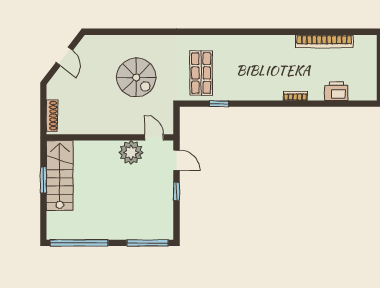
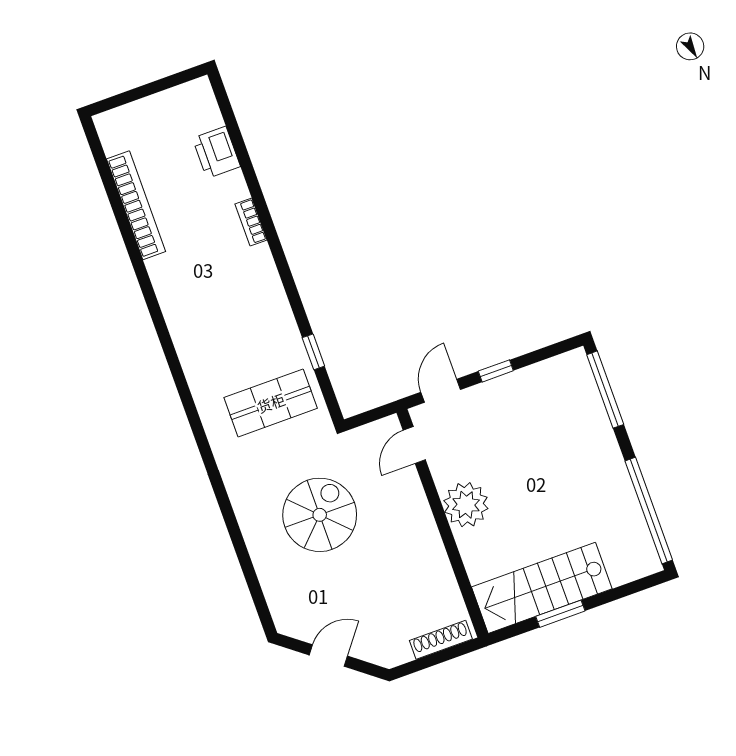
plant: (131, 152) -> (466, 505), moved

